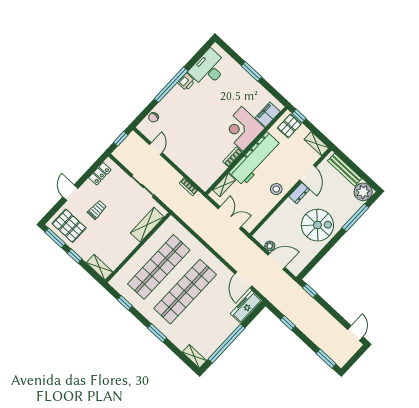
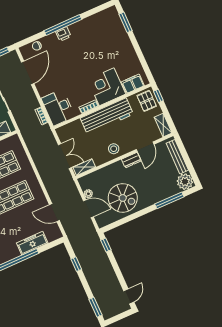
desk: (208, 69) -> (58, 108), moved, turned -90
window: (251, 71) -> (126, 22), moved
printer: (186, 82) -> (63, 34), moved
pallet: (289, 126) -> (147, 101), turned 90
door: (156, 149) -> (28, 73), width x1.87
shelving: (224, 185) -> (84, 167), moved
spiral stairs: (317, 225) -> (123, 198), moved
door: (243, 280) -> (54, 213), hinge flipped
freezer: (246, 307) -> (32, 243), moved

